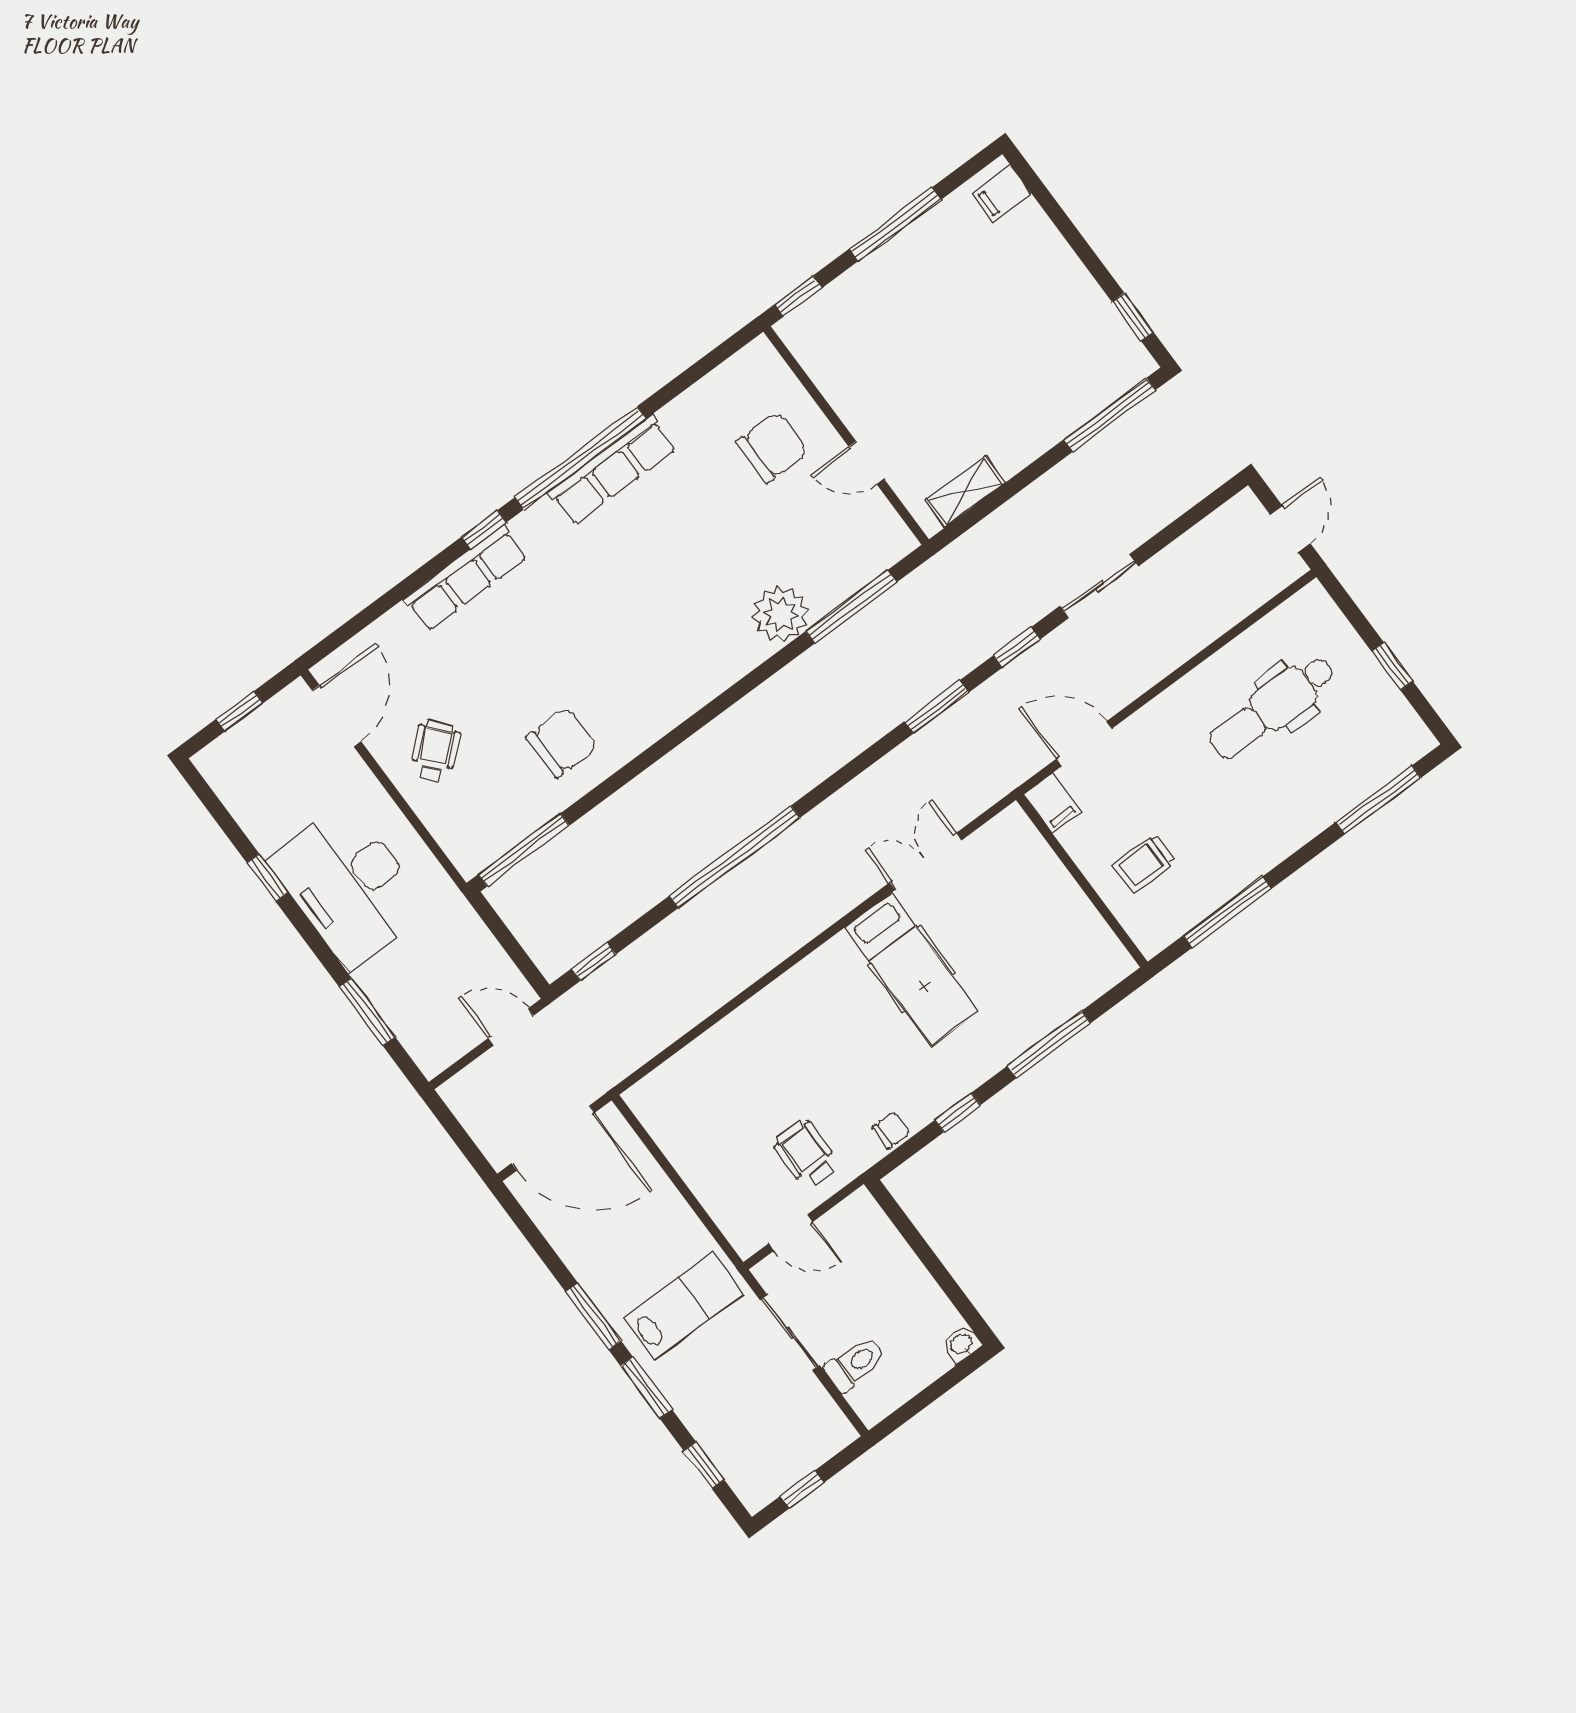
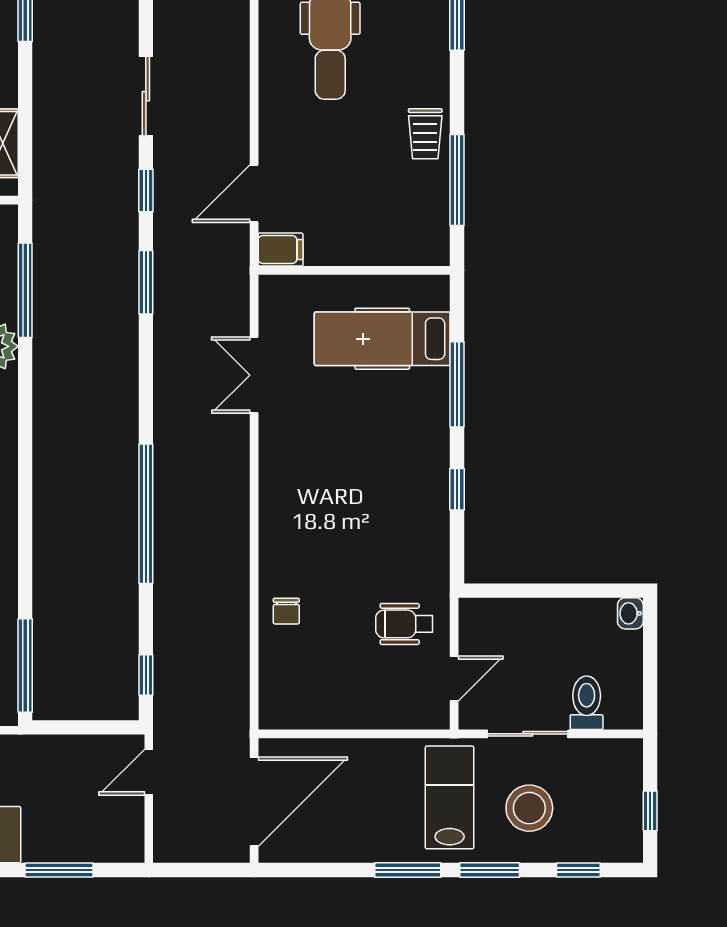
trolley: (1144, 863) -> (425, 134), moved
hospital bed: (911, 969) -> (382, 339), moved, turned 180
chair: (891, 1130) -> (286, 611), moved, turned 180
stool: (726, 1382) -> (529, 808), added

